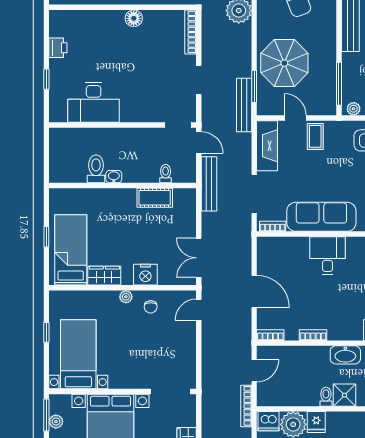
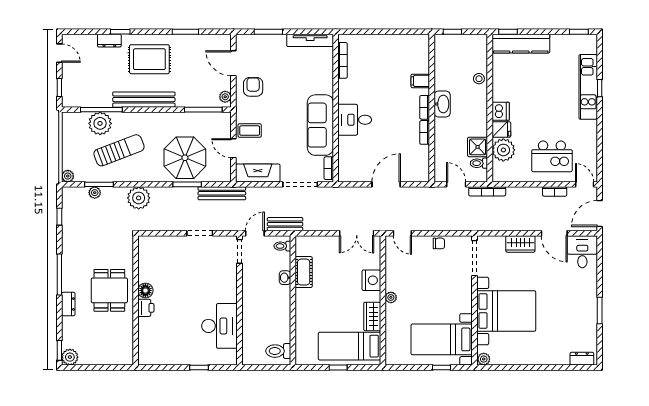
bookcase: (190, 32) -> (157, 240), removed
printer: (58, 48) -> (146, 308), moved, turned 90
window: (254, 86) -> (187, 184), moved
door: (295, 118) -> (233, 148), hinge flipped
toilet: (96, 169) -> (278, 351), moved
toilet: (166, 174) -> (282, 246), moved
washbasin: (114, 177) -> (285, 278), moved
bench: (209, 184) -> (285, 224), width x0.73
chair: (151, 307) -> (439, 243), moved
window: (46, 332) -> (441, 368), moved
bookcase: (270, 335) -> (425, 107), moved
shower: (344, 395) -> (478, 147), moved
toilet: (326, 397) -> (479, 163), moved
window: (46, 415) -> (495, 368), removed
dishwasher: (269, 421) -> (501, 111), moved
plant: (56, 422) -> (484, 359), moved

